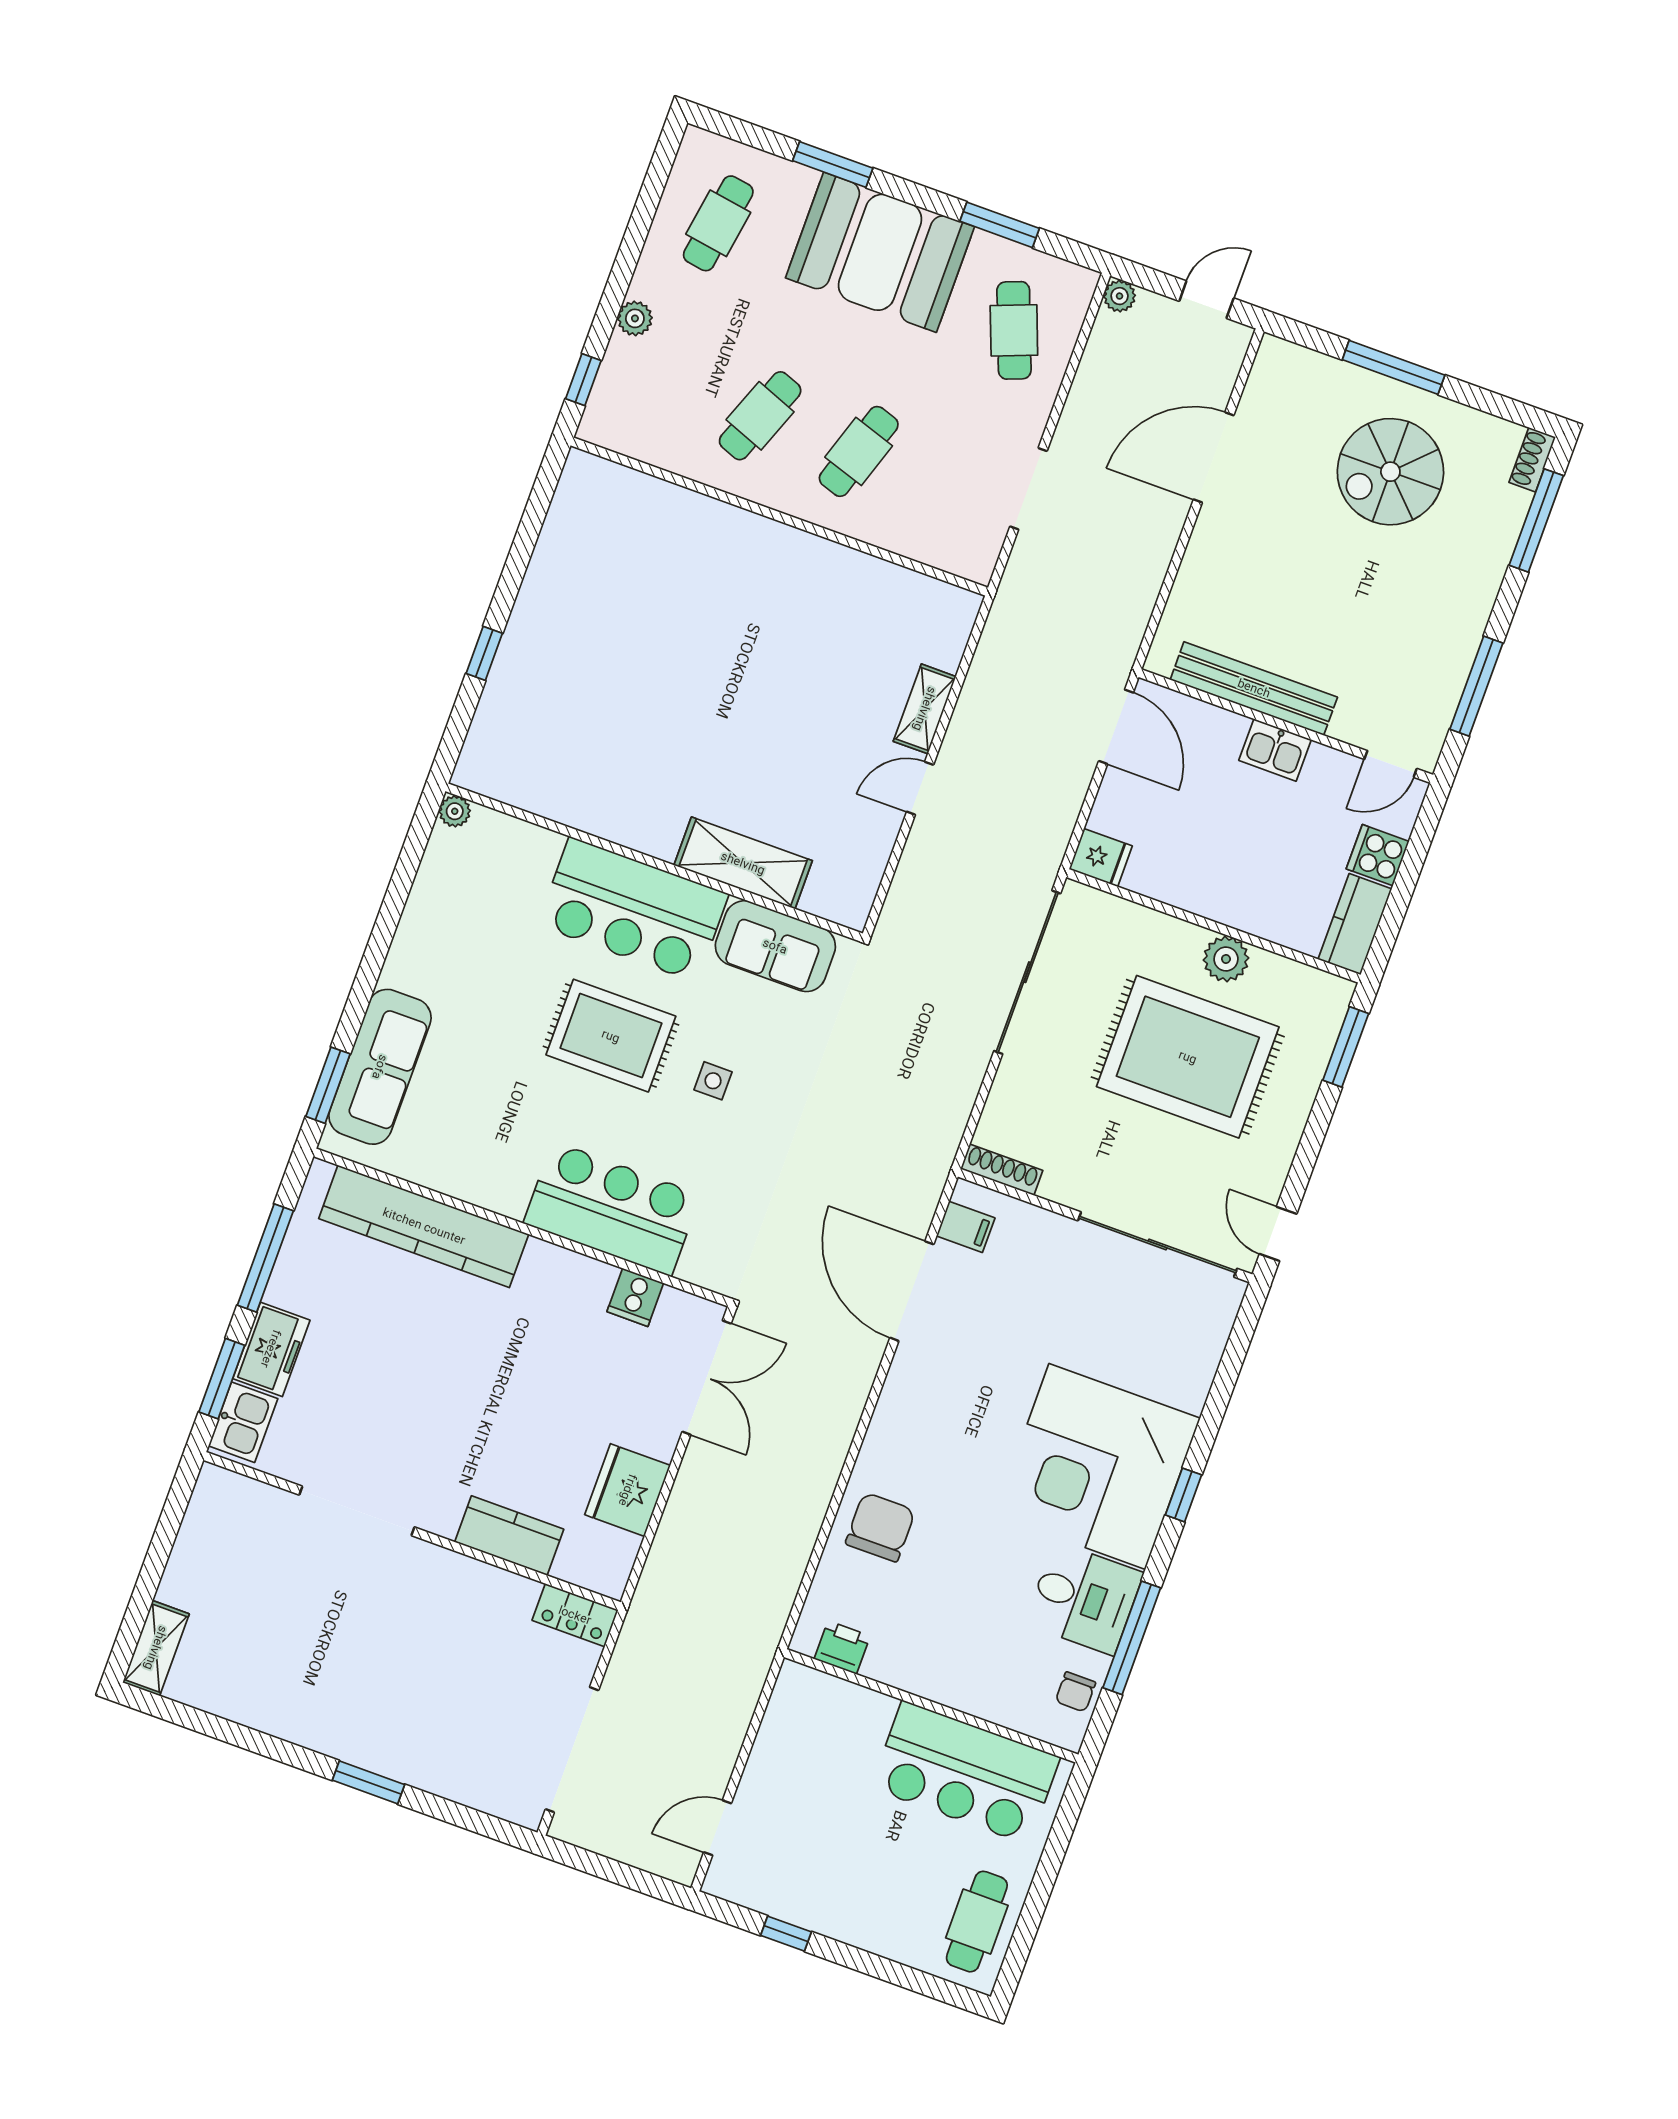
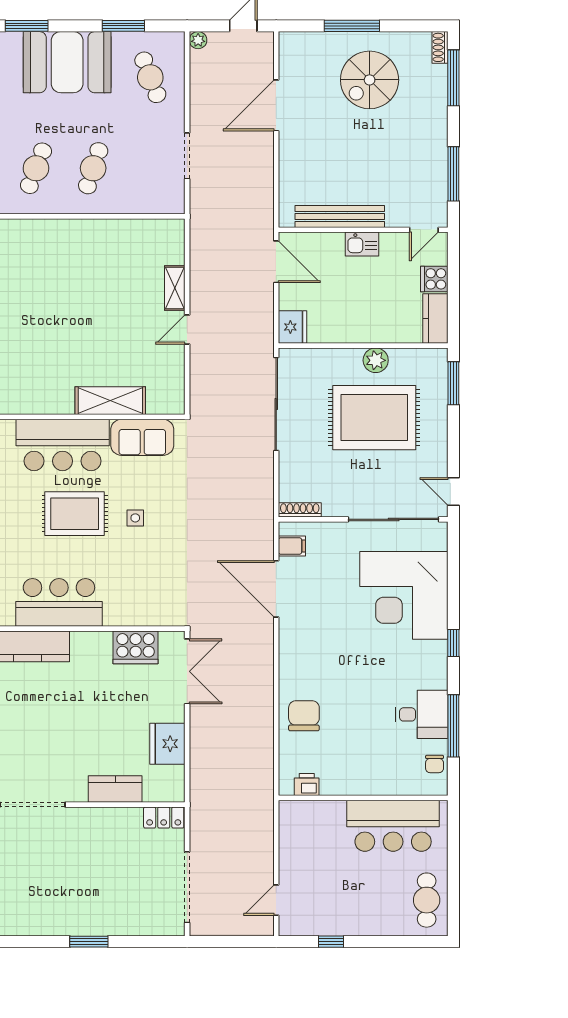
fridge: (1101, 858) -> (293, 327), width x1.38
bar counter: (612, 1209) -> (59, 602), moved
cooker: (635, 1297) -> (136, 647), width x1.87, depth x1.31
corner desk: (1097, 1467) -> (404, 595), moved

